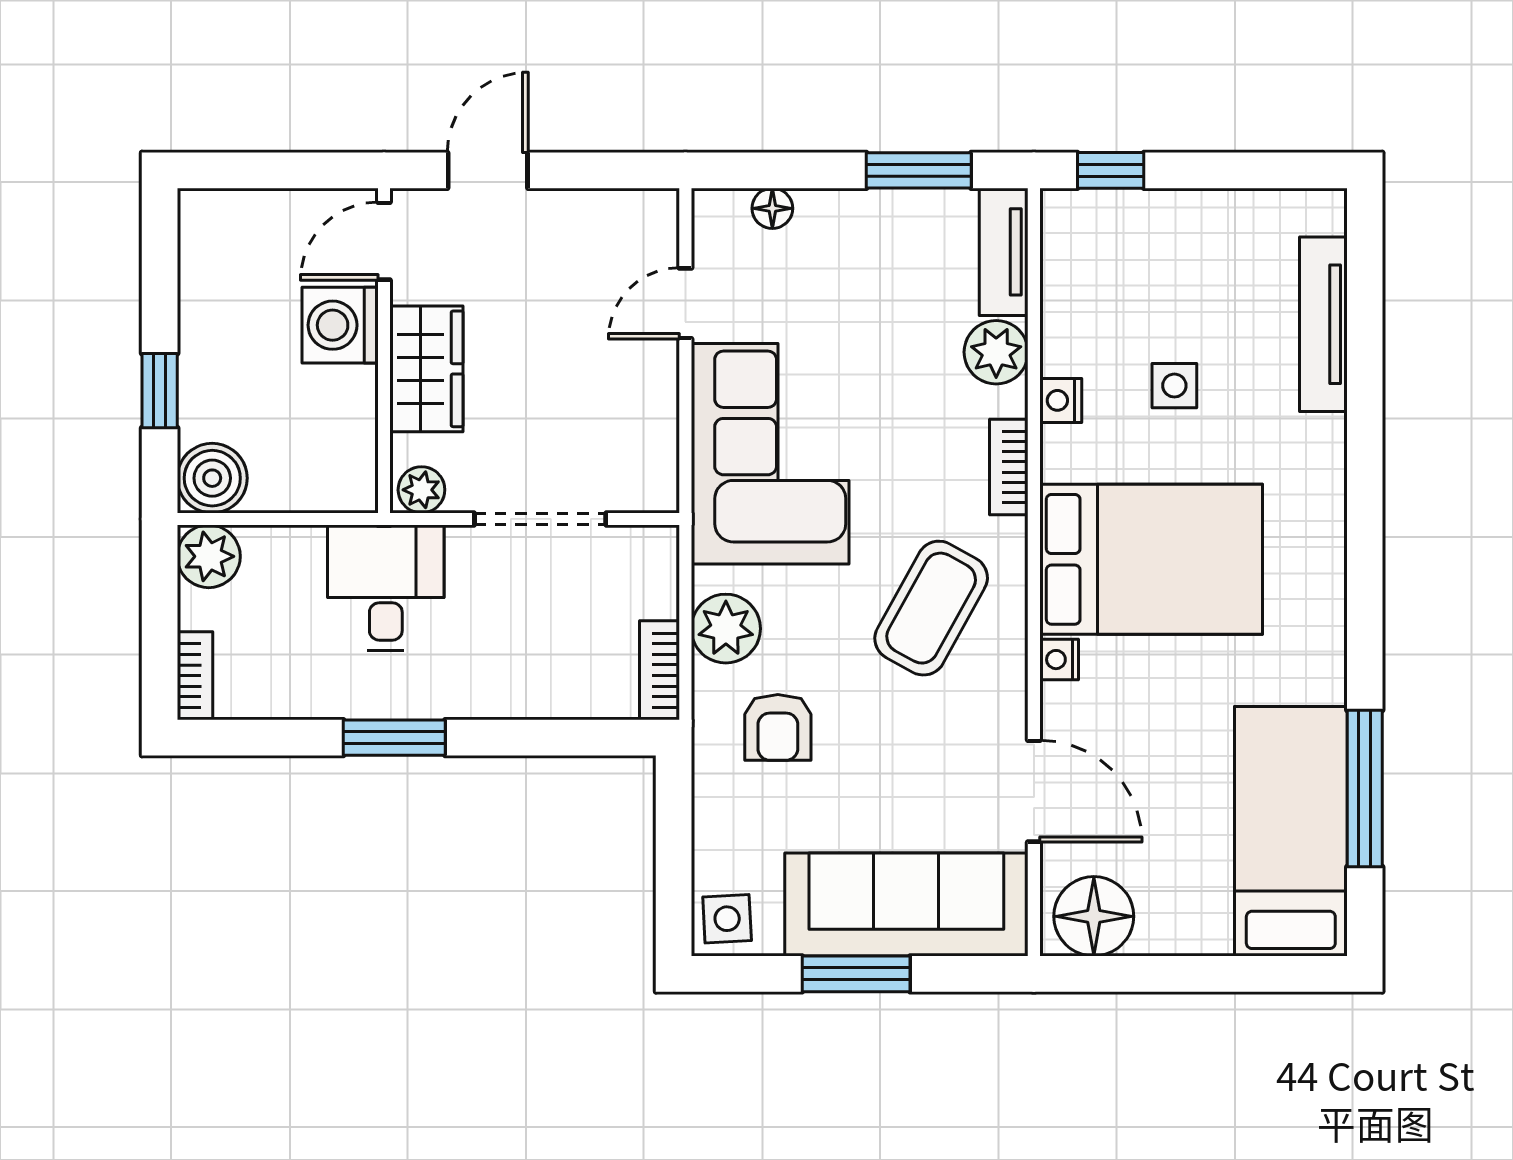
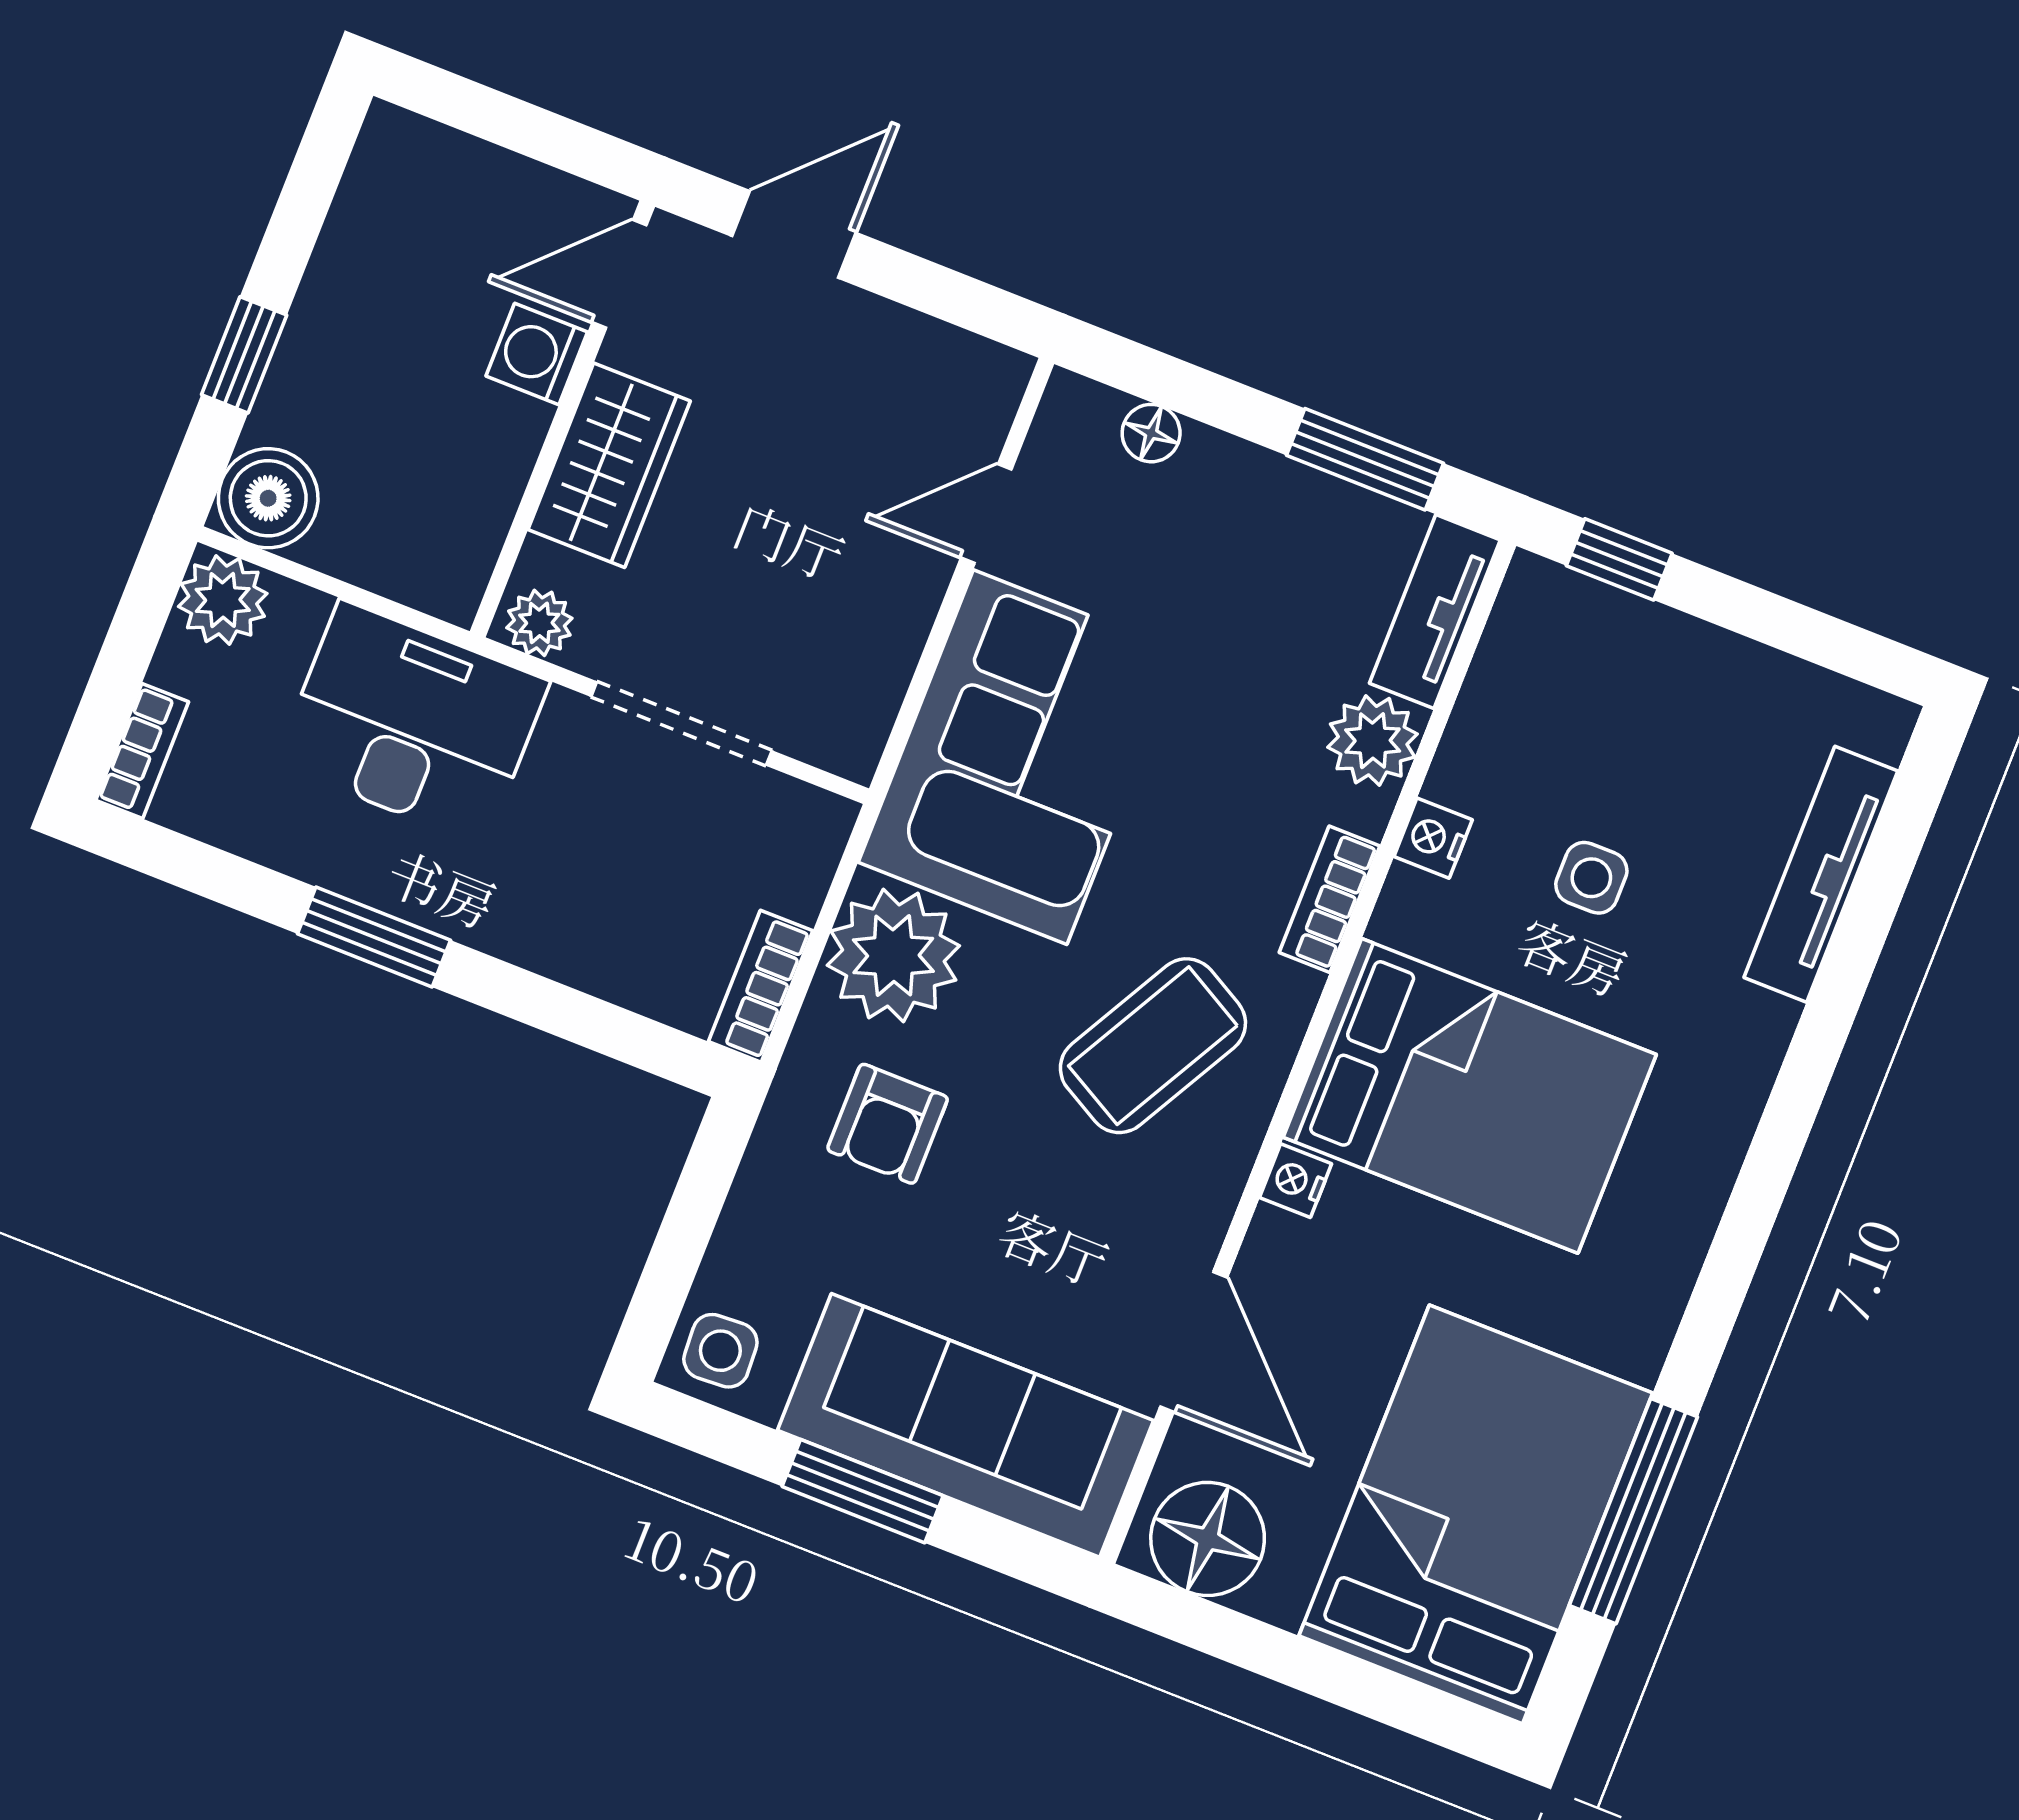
washing machine: (340, 325) -> (537, 354), width x0.73, depth x0.73
desk: (386, 588) -> (412, 723), width x1.37
plant: (726, 629) -> (893, 956), width x1.36, depth x1.36
bed: (1291, 831) -> (1476, 1514), width x1.50

